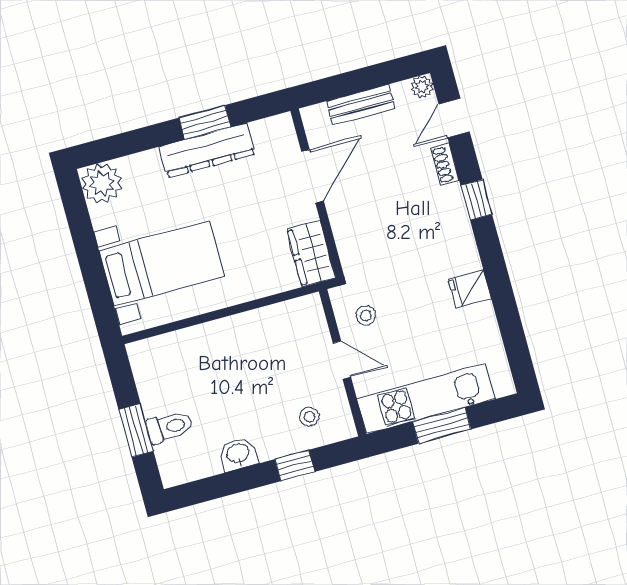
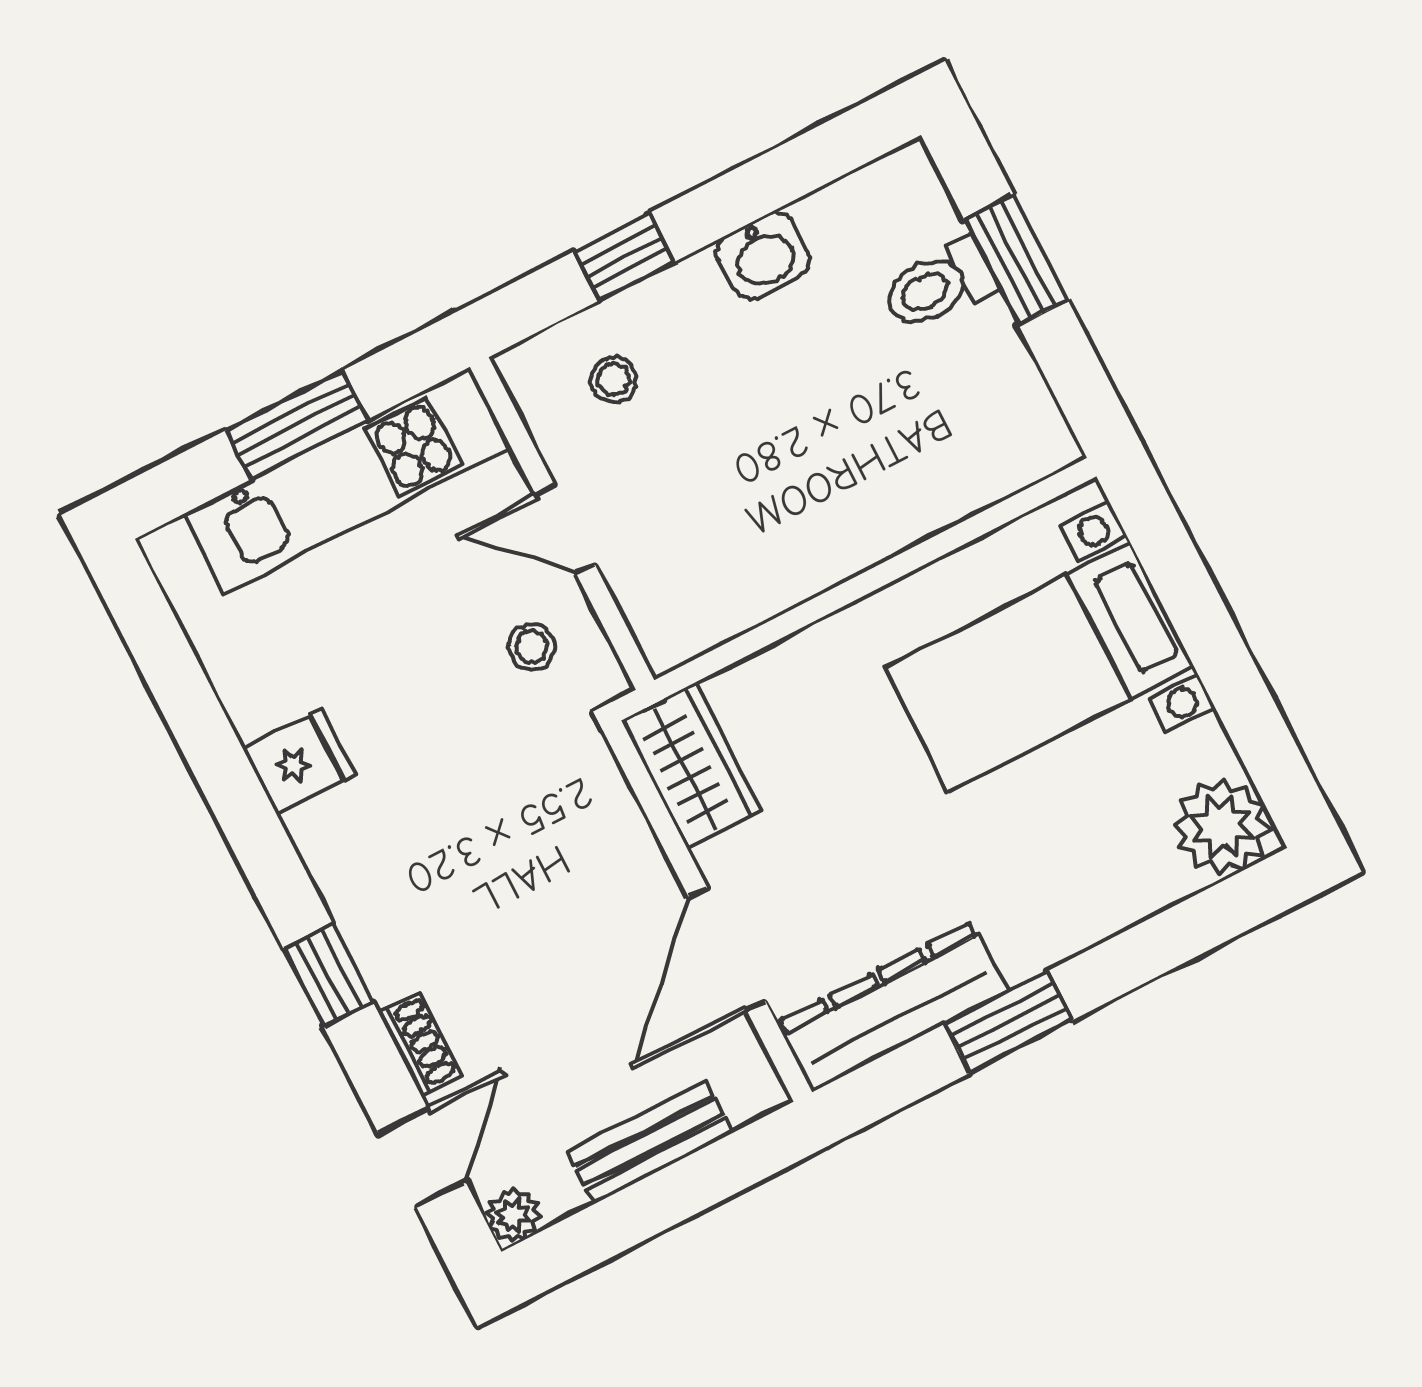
dresser: (207, 150) -> (892, 1007), moved

